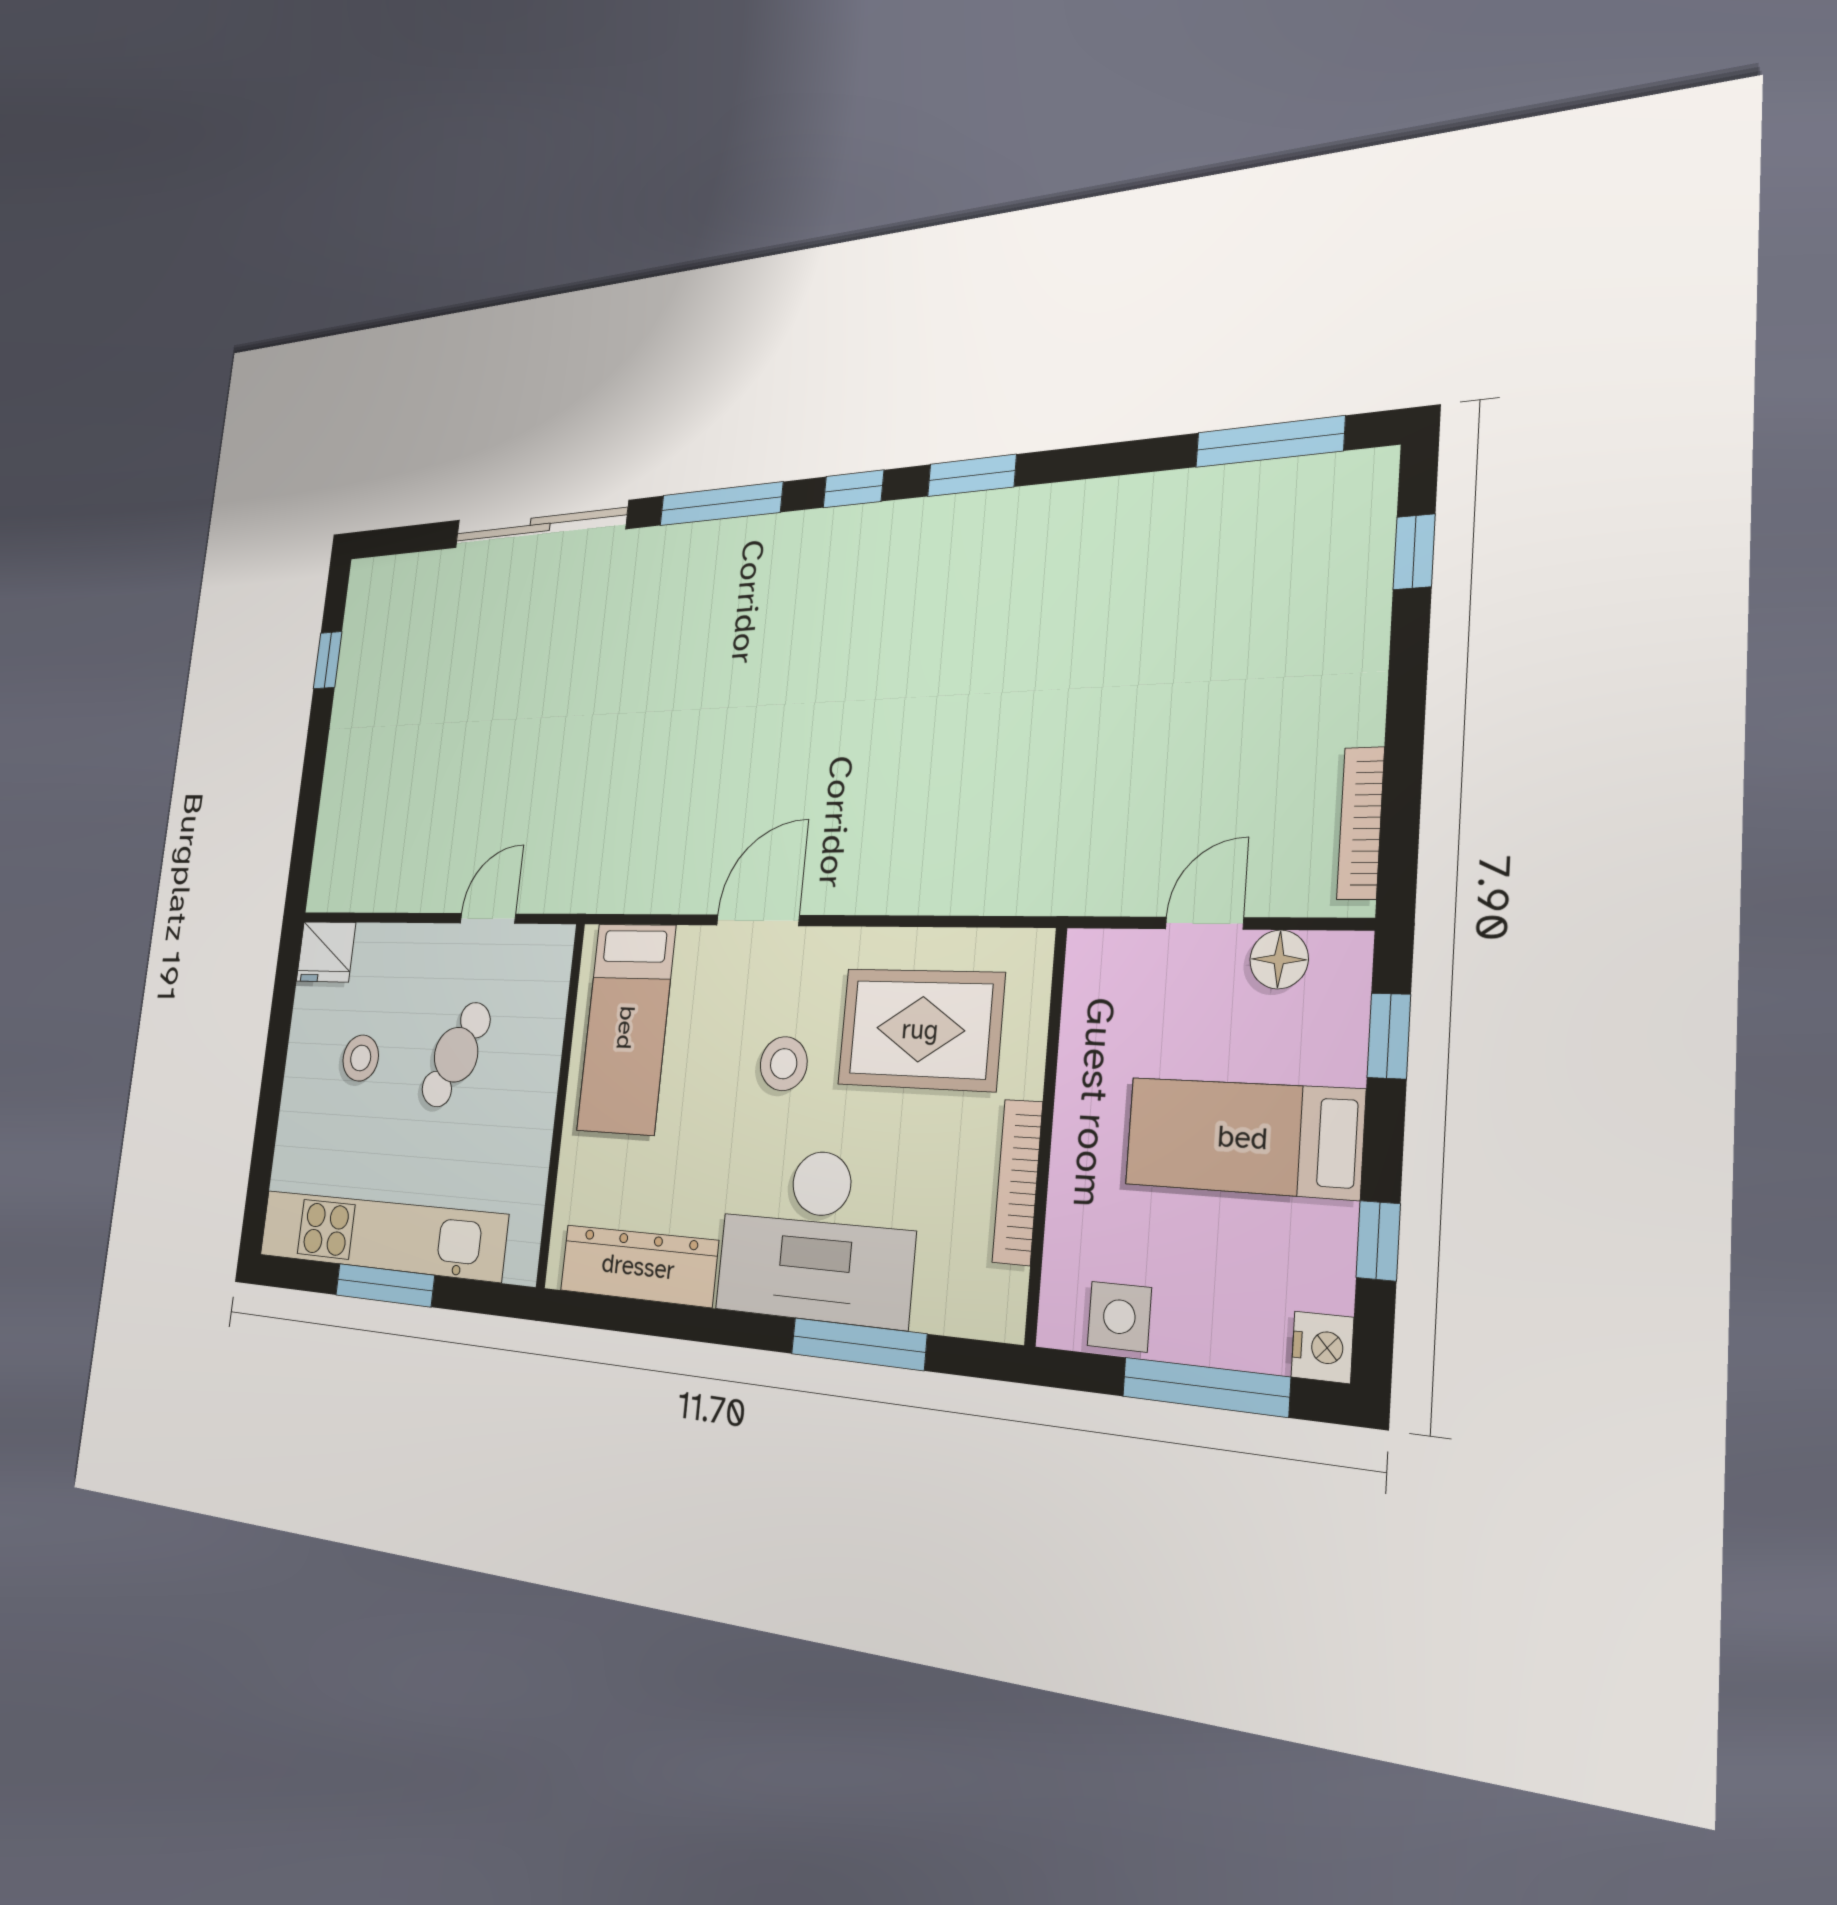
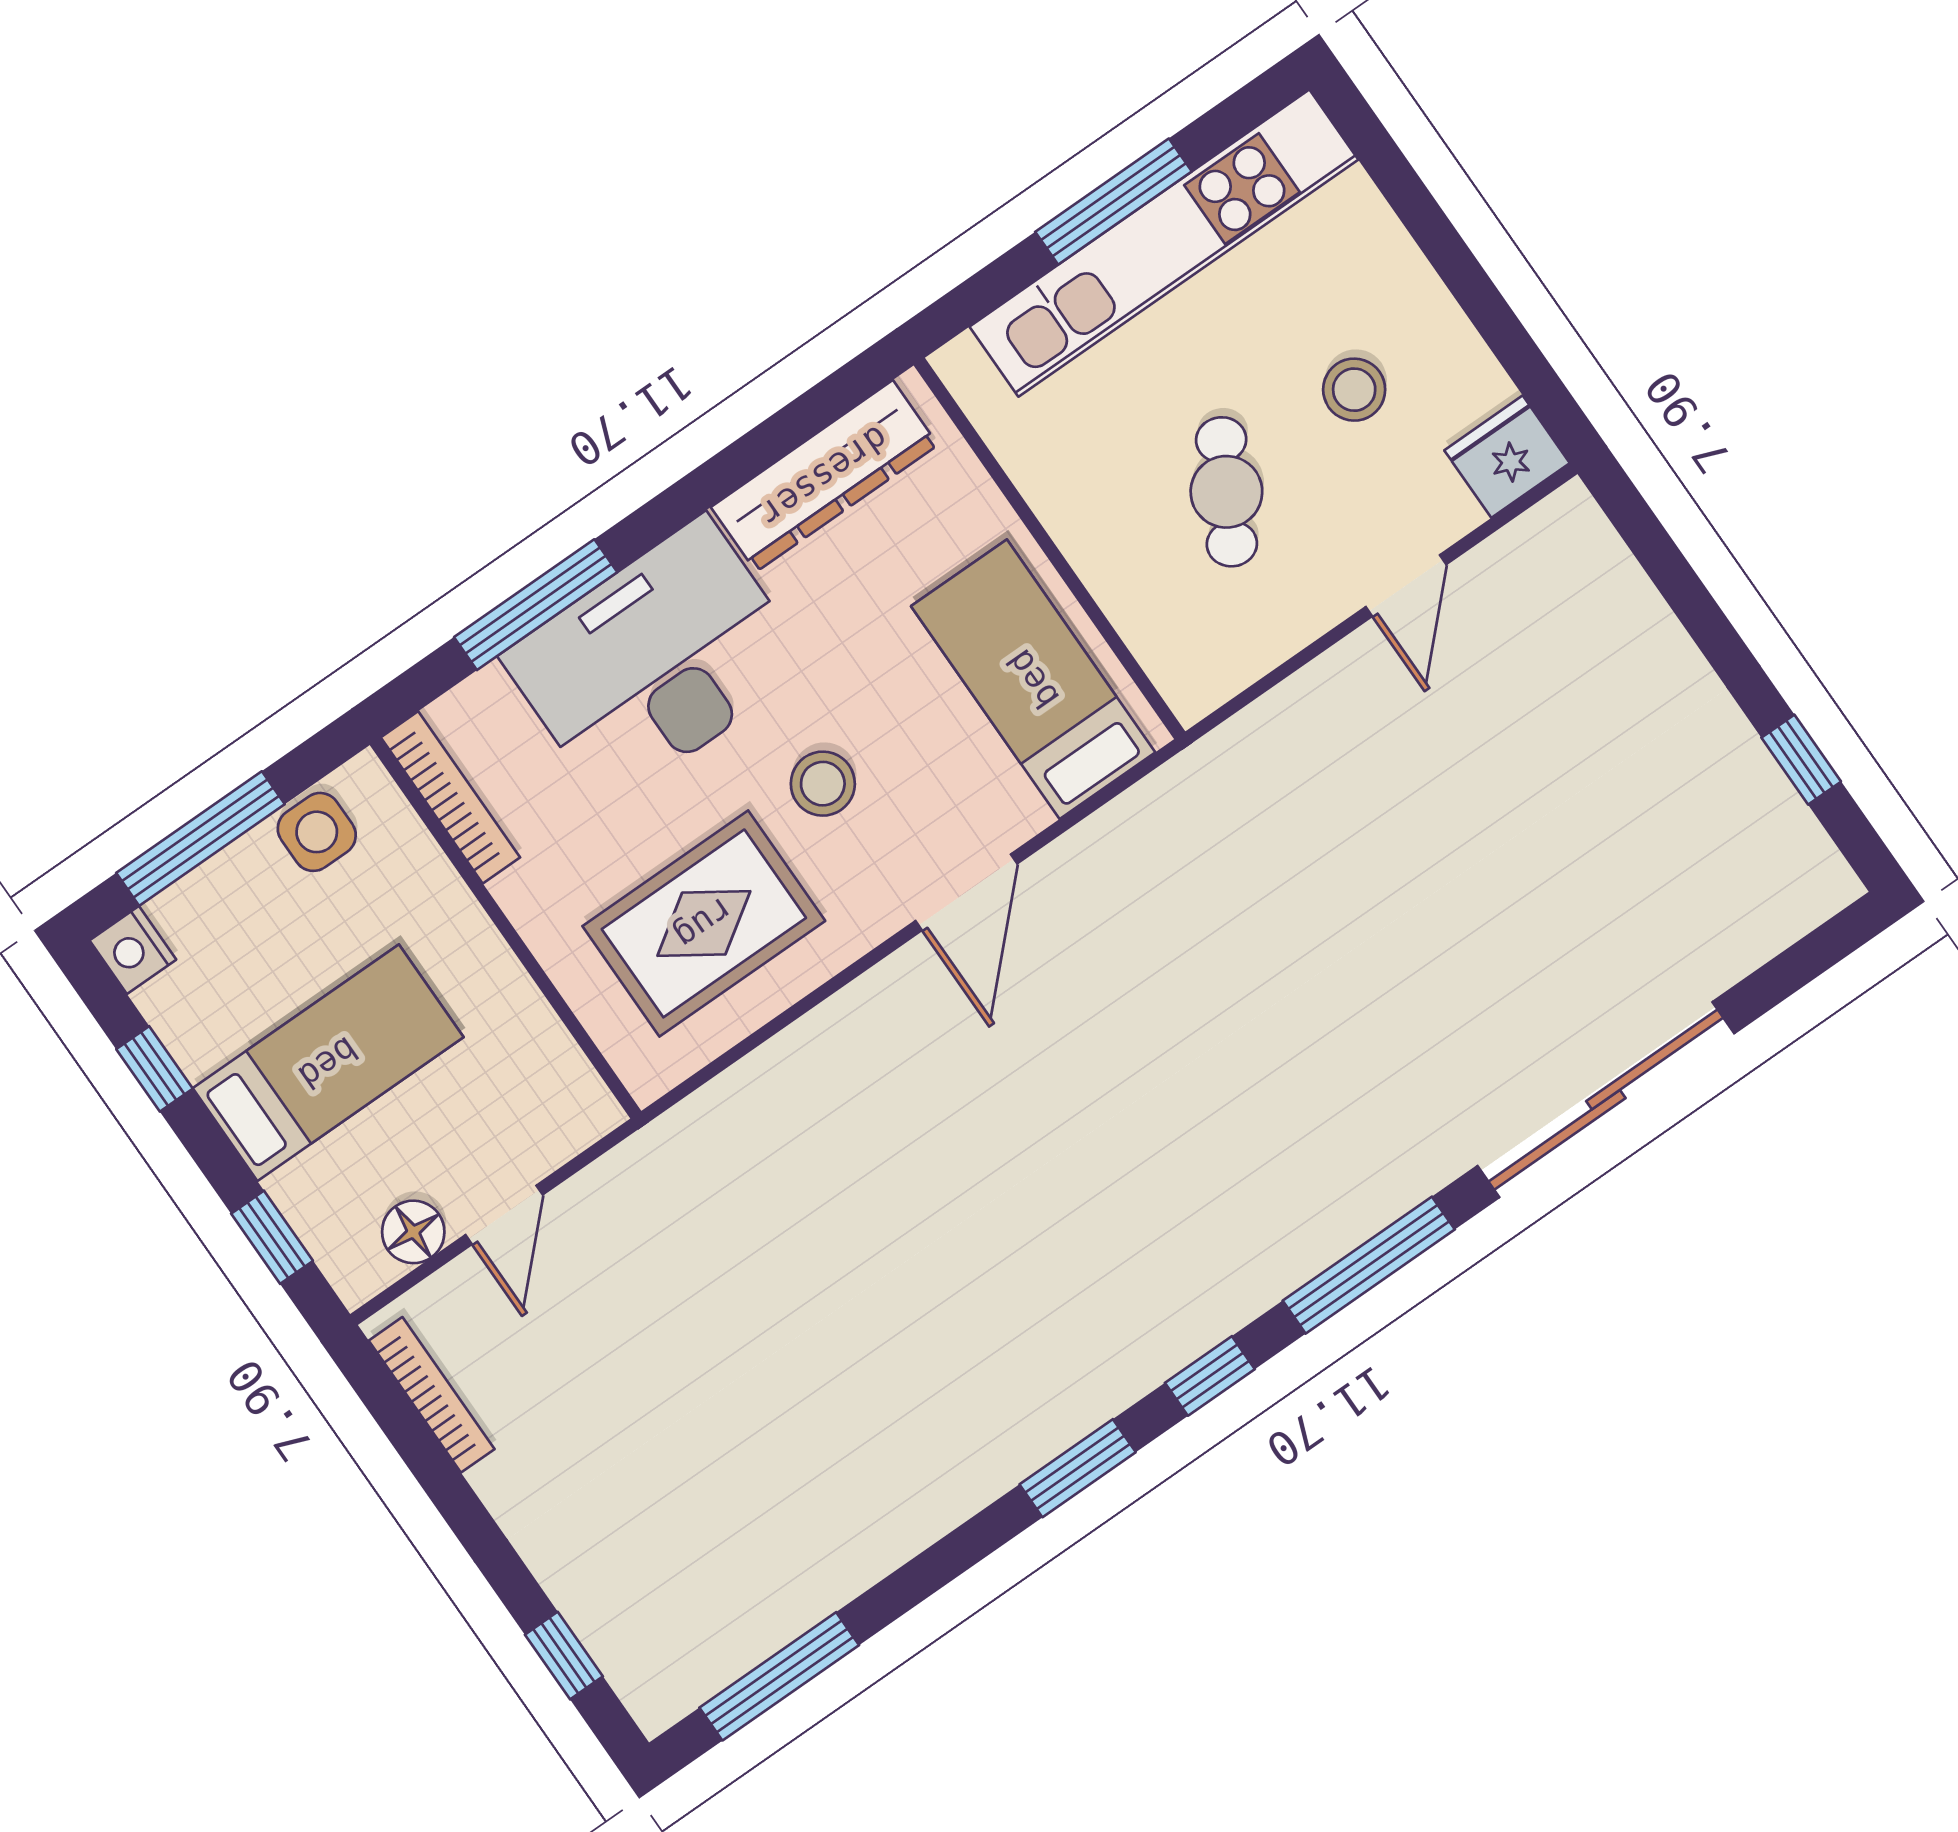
door: (488, 918) -> (1406, 586), moved
bookcase: (1017, 1182) -> (450, 797), moved

